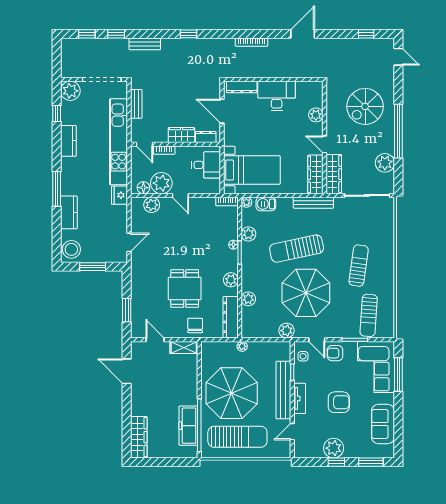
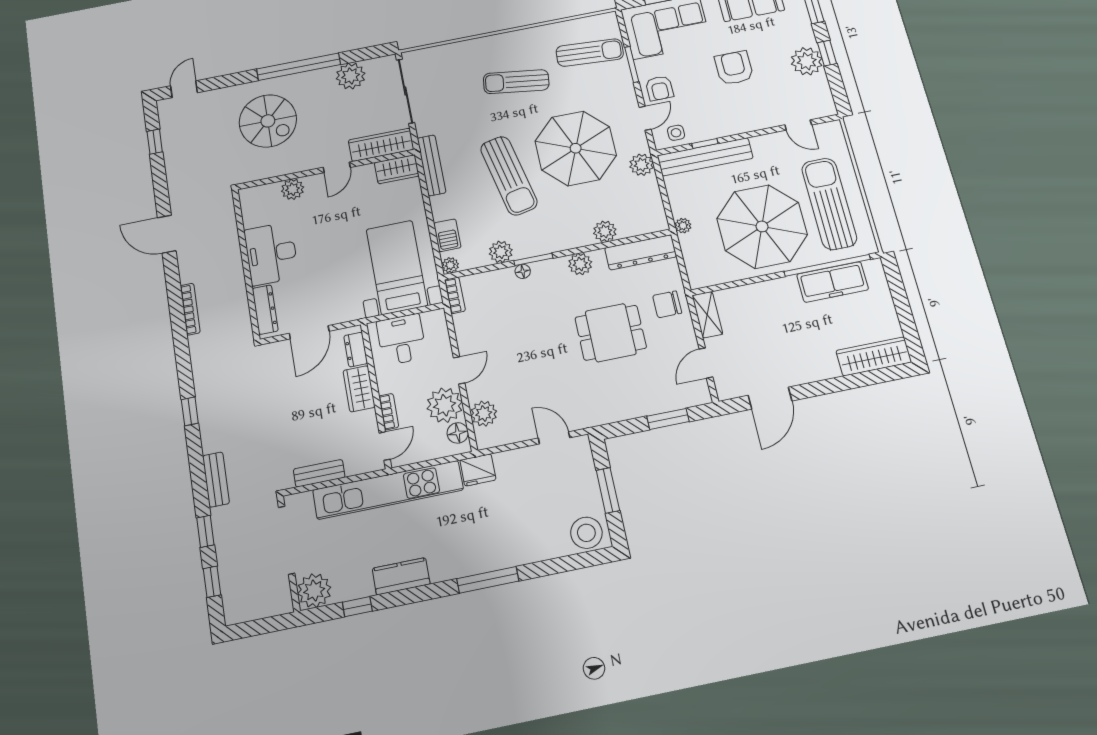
wardrobe: (315, 174) -> (397, 169), width x0.67
kitchen counter: (69, 212) -> (524, 550), removed
bench: (283, 390) -> (705, 157), moved
tv unit: (300, 398) -> (743, 125), removed

